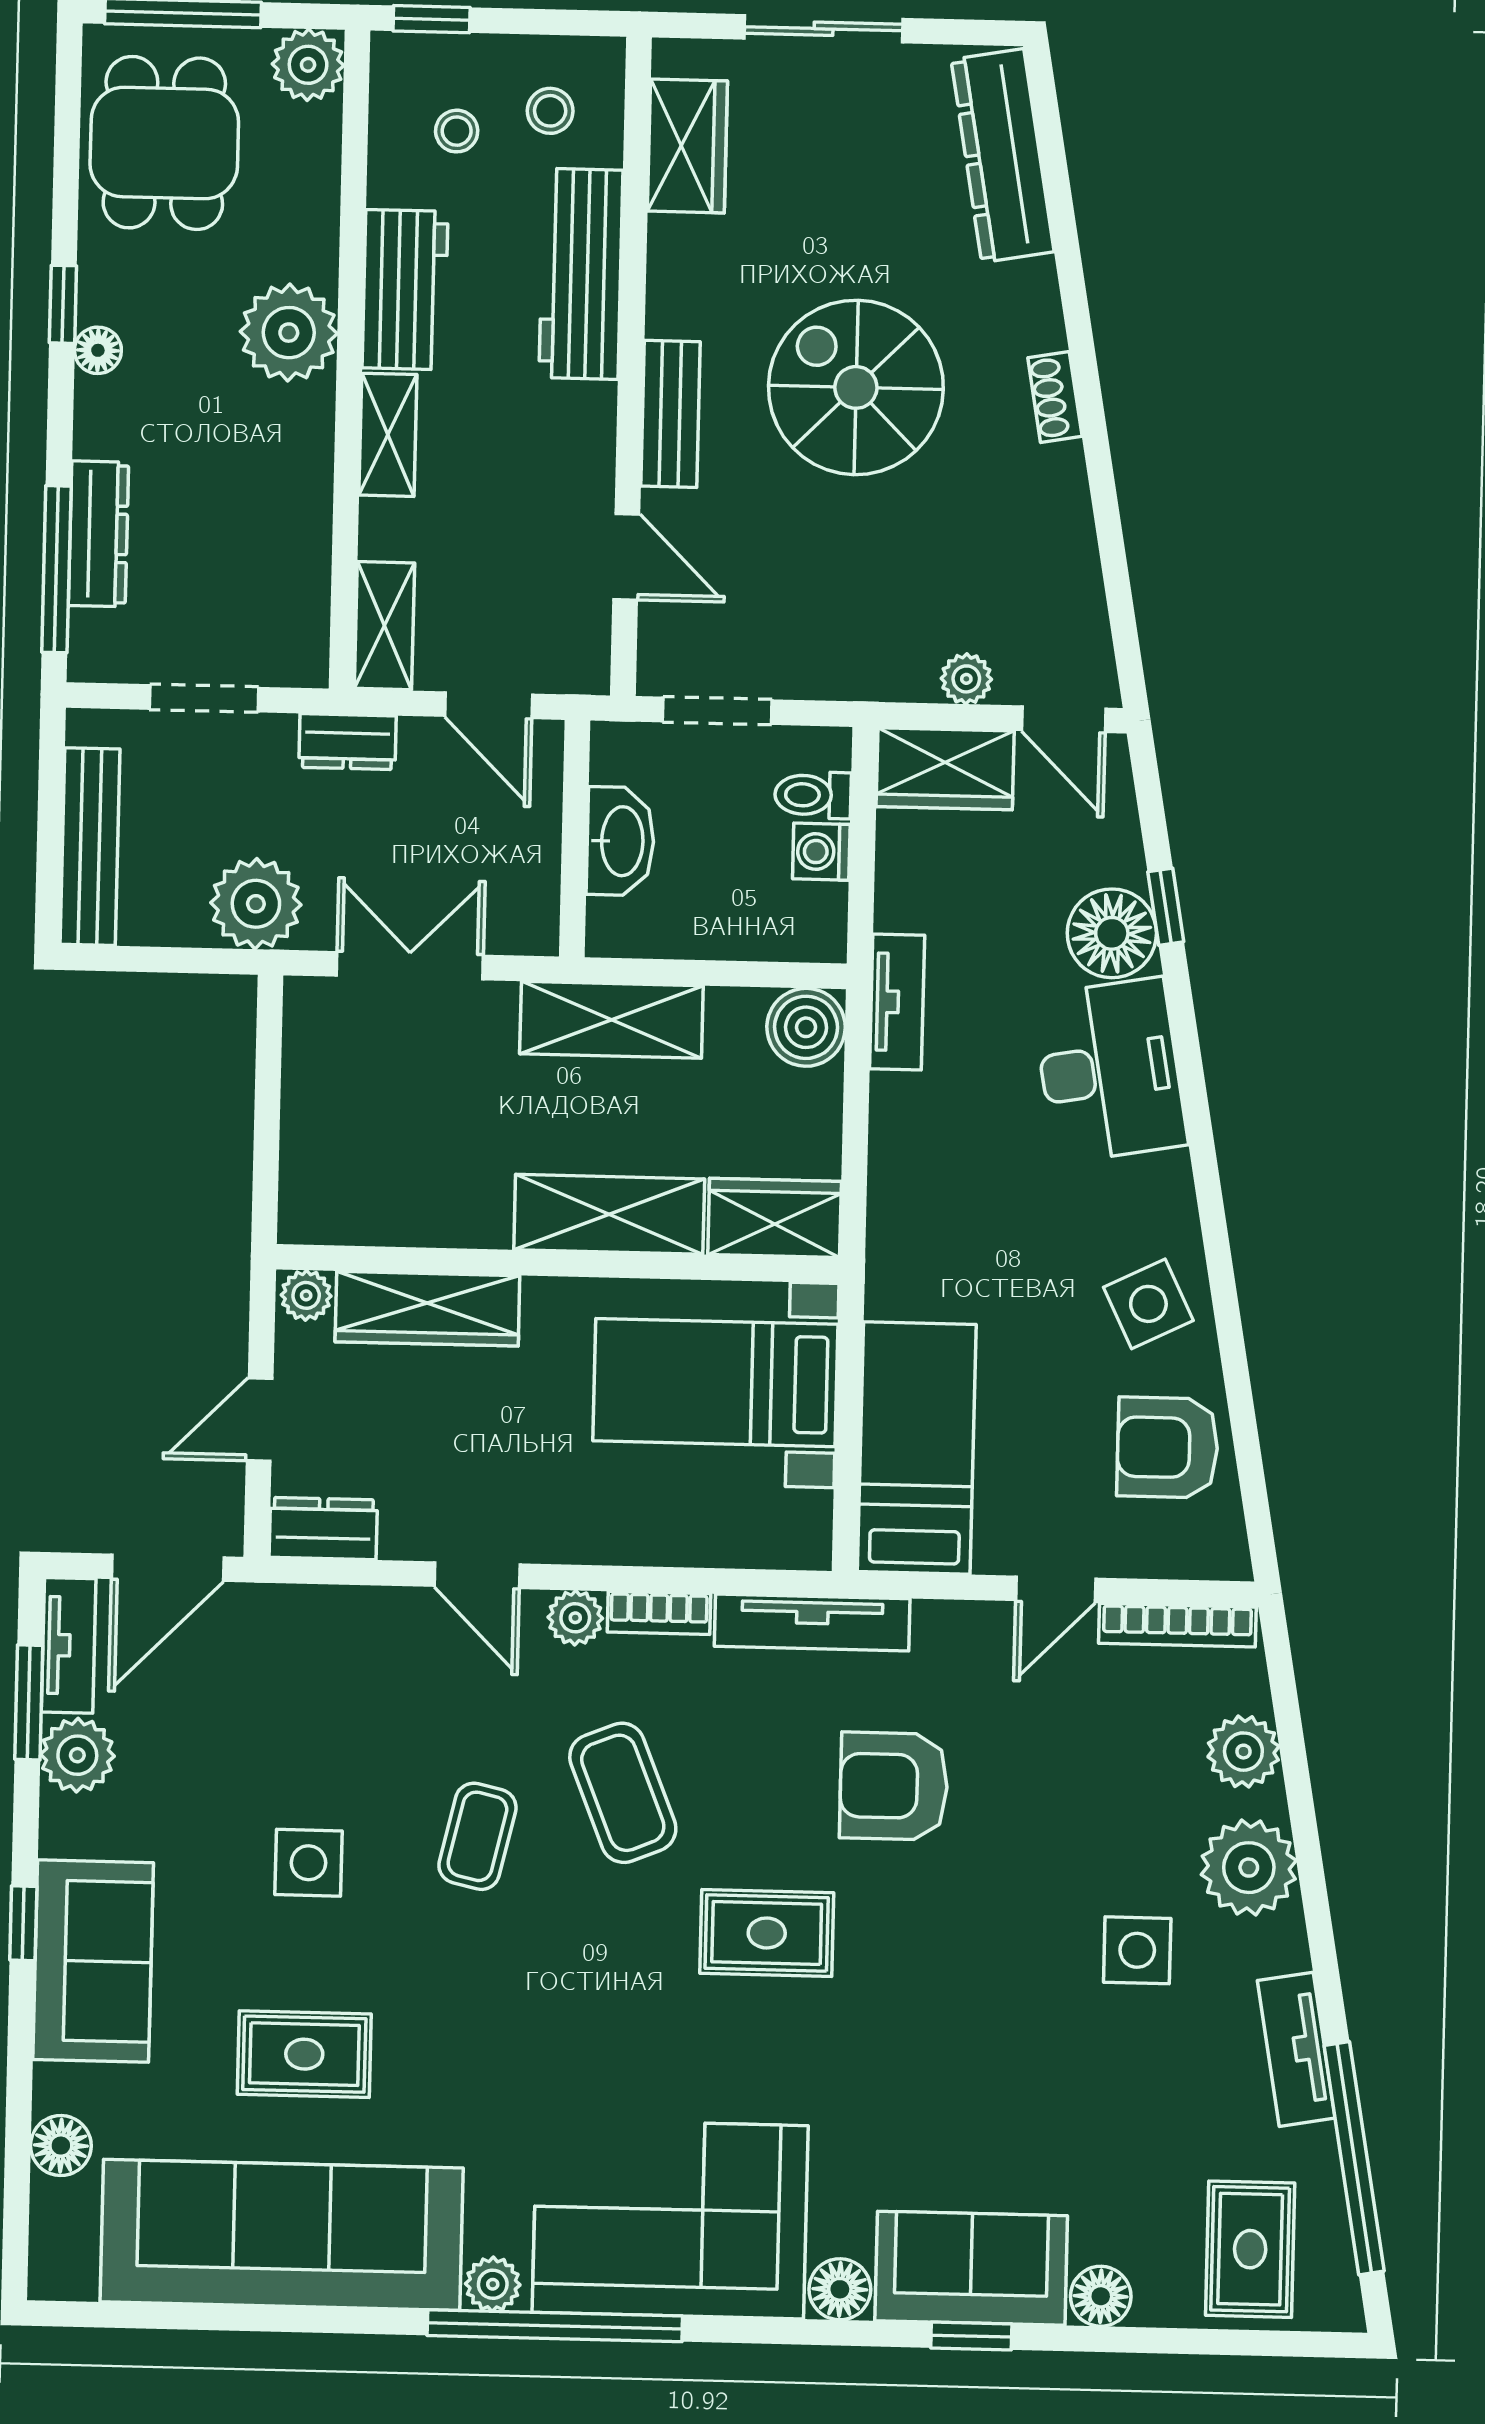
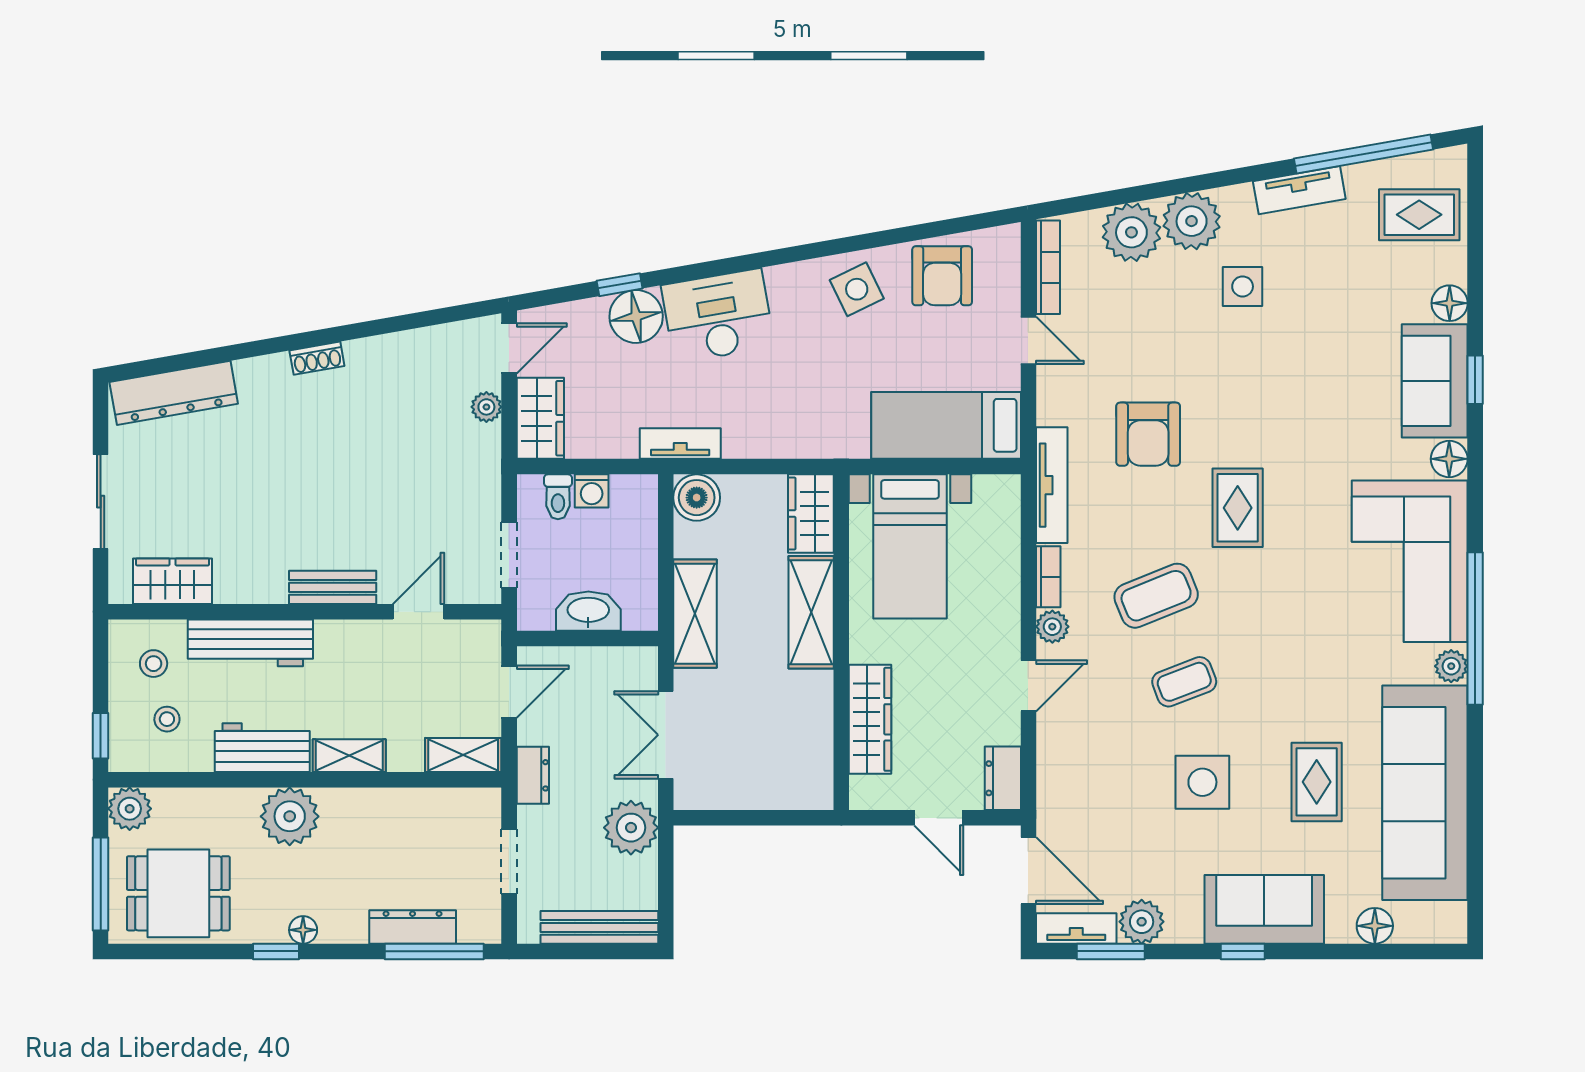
spiral stairs: (856, 387) -> (314, 477), removed
plant: (306, 1295) -> (864, 792), removed
plant: (1243, 1752) -> (1131, 232), width x1.36, depth x1.36
coffee table: (477, 1836) -> (1184, 682), turned -34
side table: (308, 1863) -> (1202, 782), width x1.37, depth x1.37

